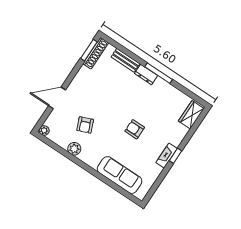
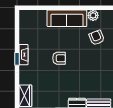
sofa: (120, 175) -> (67, 18), moved

